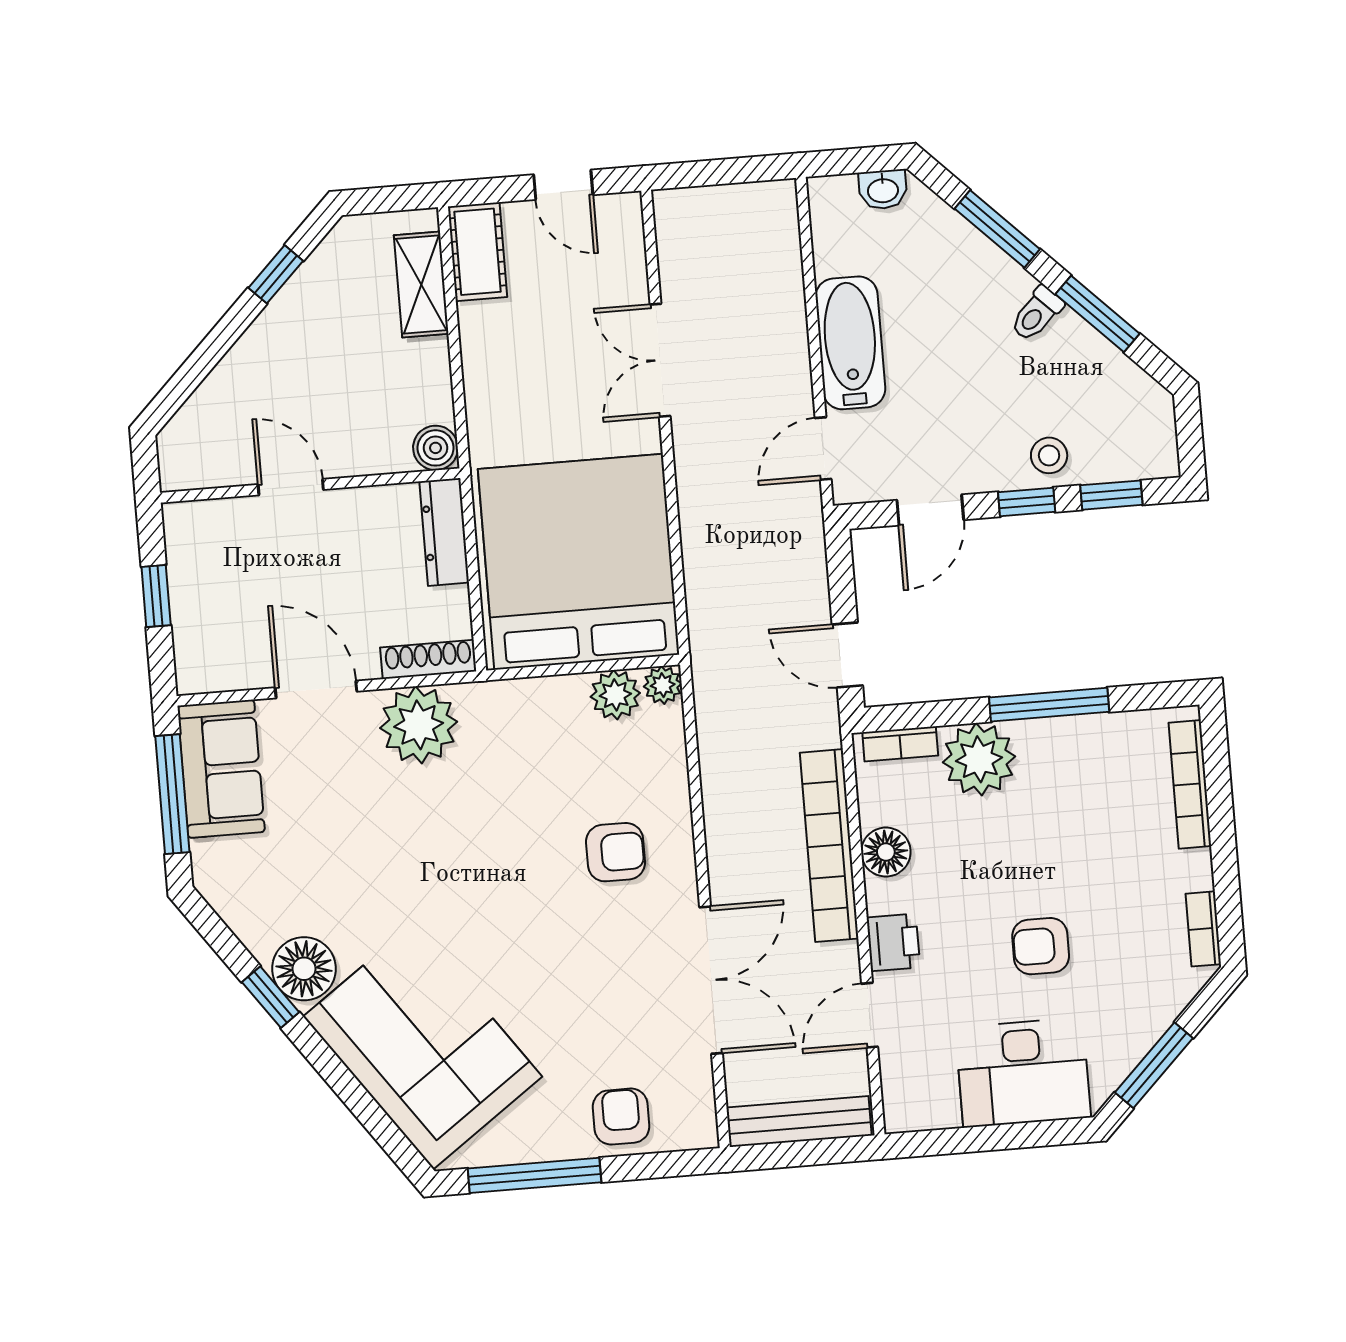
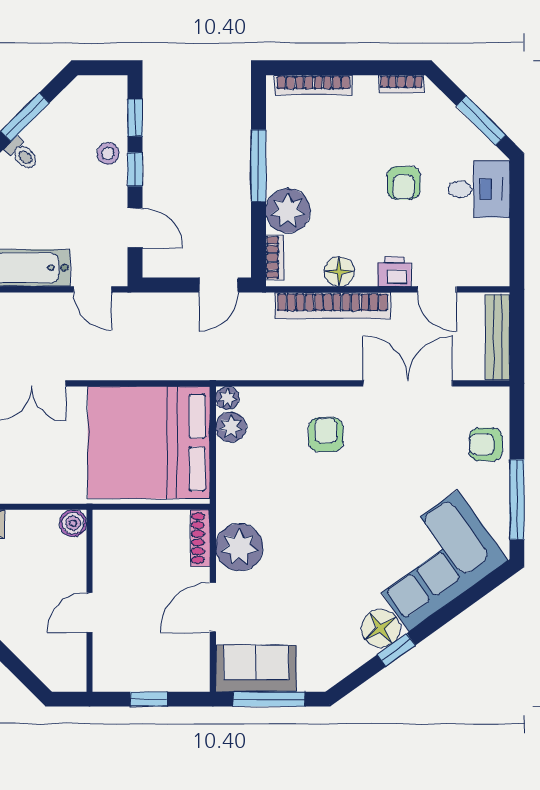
dresser: (444, 532) -> (124, 522), removed
desk: (1023, 1073) -> (479, 189), width x0.73

